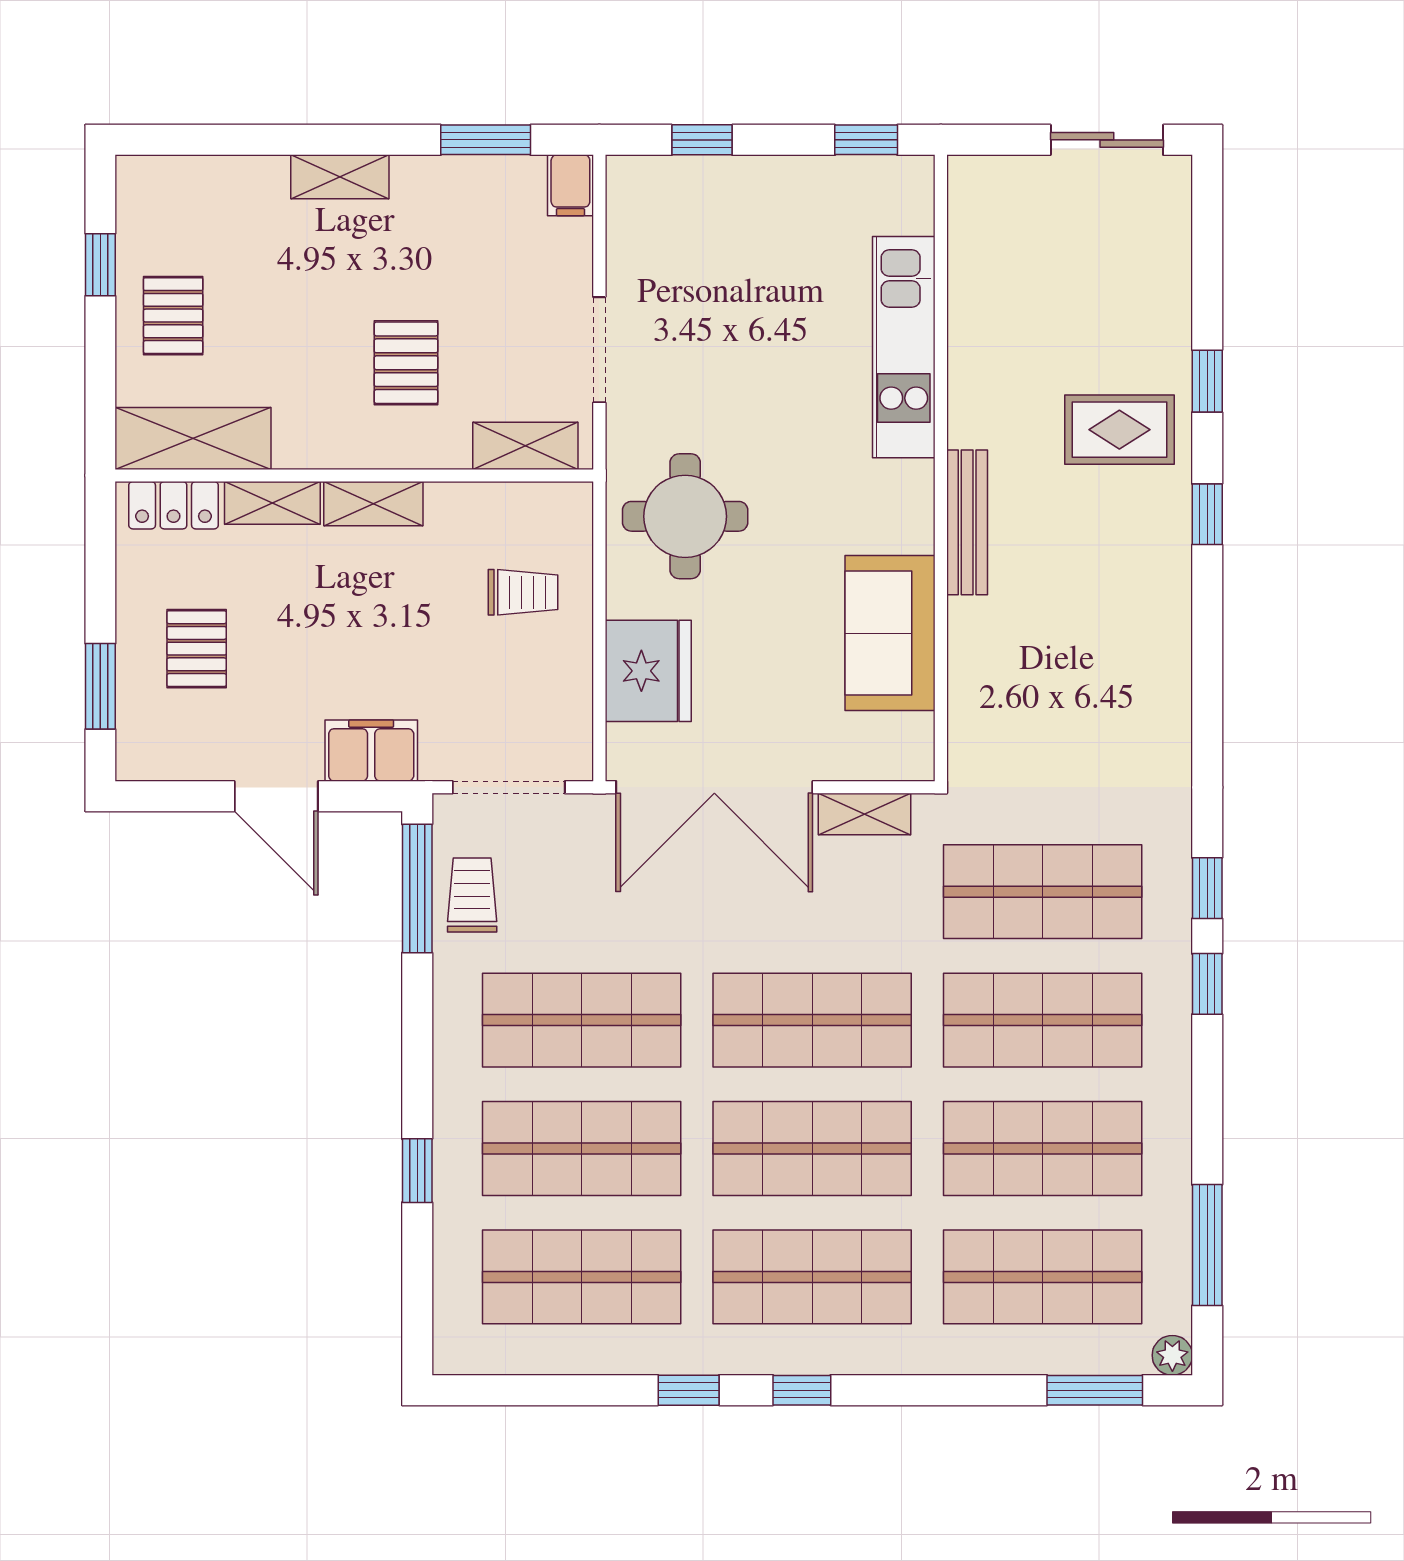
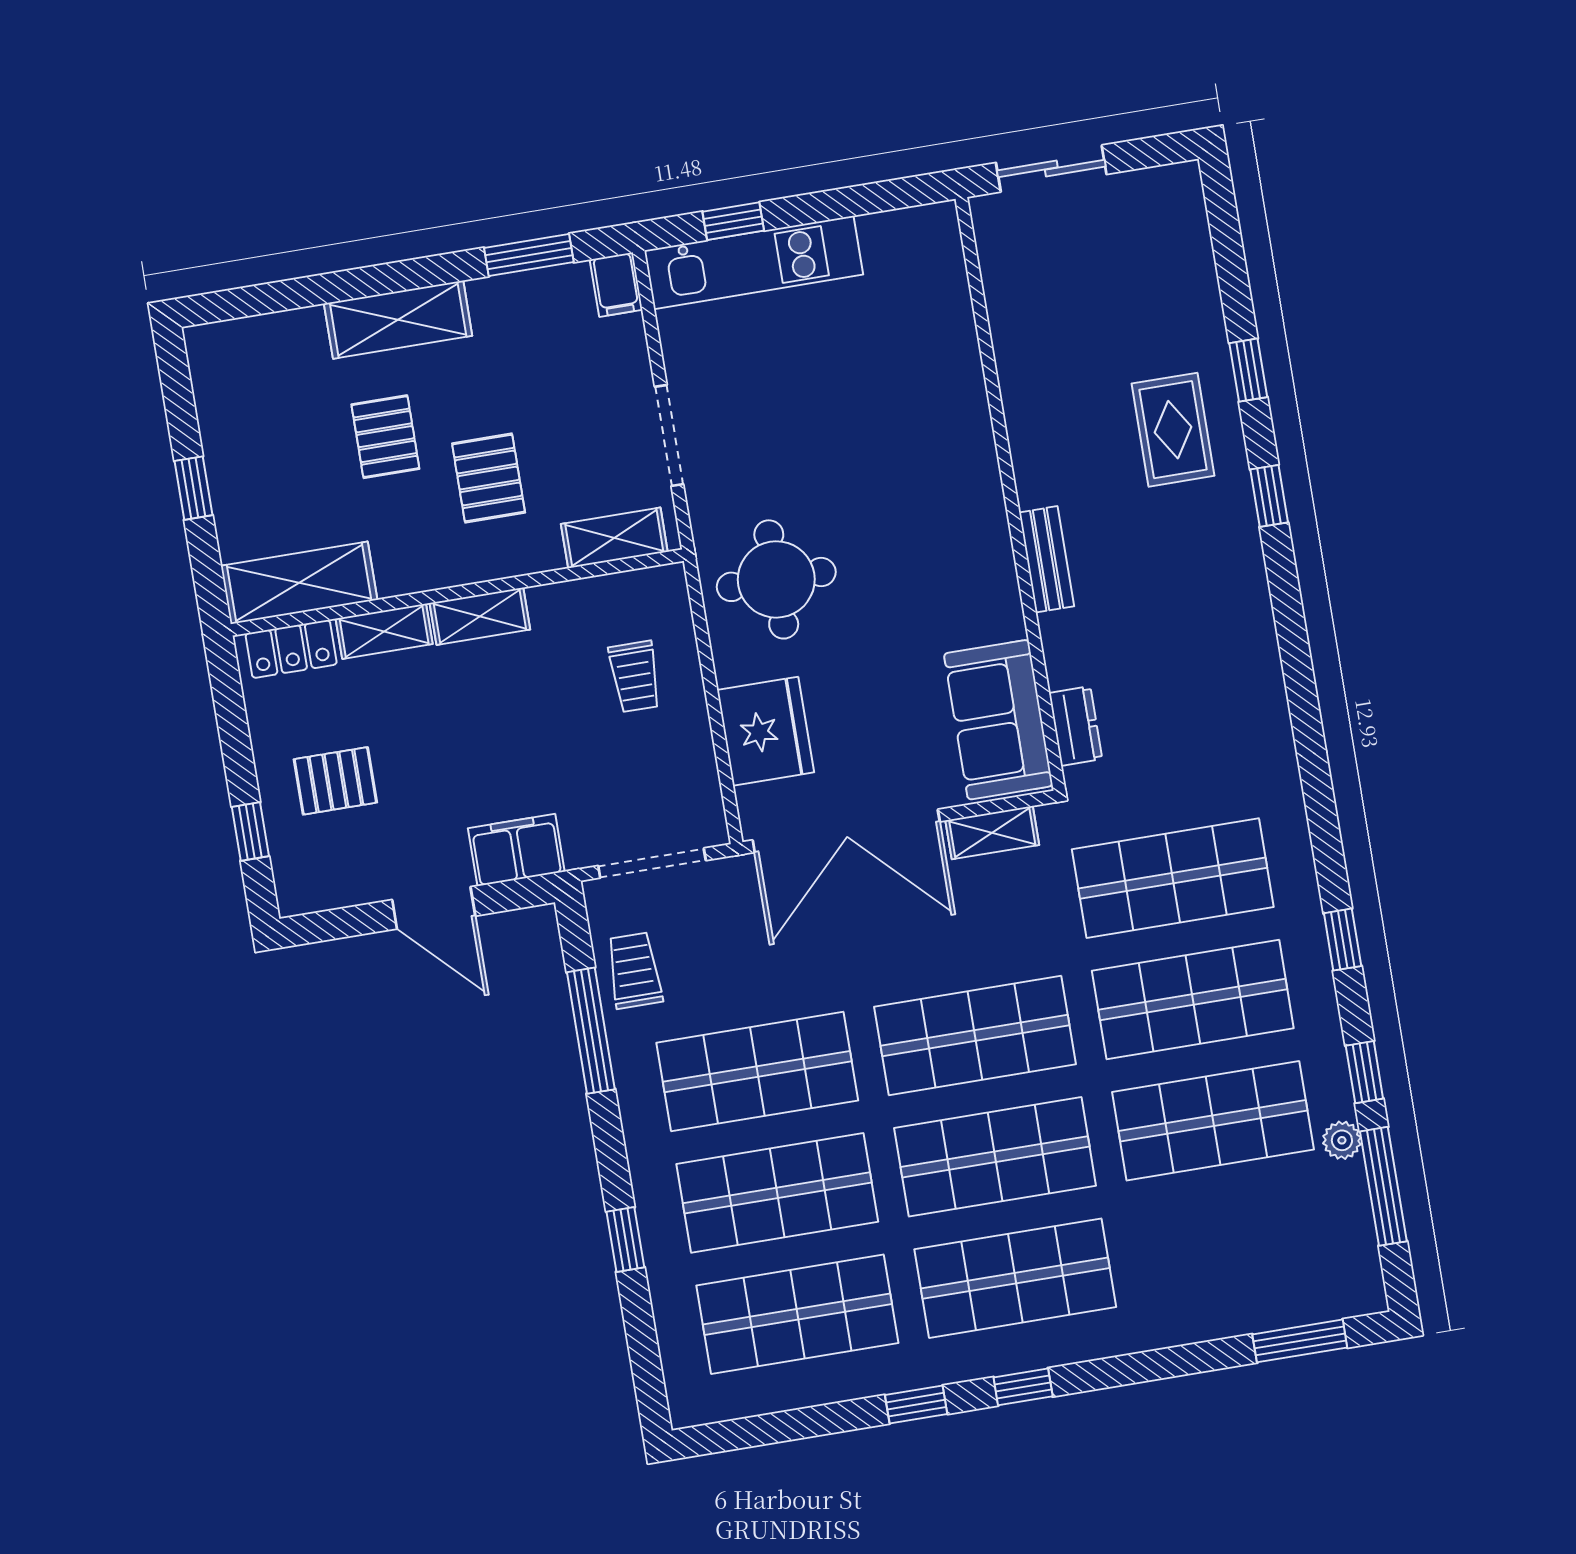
window: (866, 140) -> (888, 196), removed
sliding door: (1107, 140) -> (1051, 169), moved
shelving: (340, 177) -> (398, 320), width x1.50, depth x1.33
window: (100, 265) -> (194, 488), moved
pallet: (173, 316) -> (385, 437), moved
kitchen unit: (904, 347) -> (754, 262), moved, turned -90
rug: (1119, 430) -> (1173, 430), turned 90
bench: (967, 522) -> (1047, 559), width x0.73
trolley: (523, 592) -> (635, 677), turned 90
sofa: (890, 633) -> (998, 720), moved
pallet: (197, 649) -> (335, 781), turned 90
window: (100, 686) -> (250, 832), width x0.67
dresser: (969, 718) -> (1076, 726), added
window: (1207, 888) -> (1364, 1072), moved
window: (417, 889) -> (591, 1031), moved
shop shelf: (1043, 1277) -> (1233, 1242), removed
plant: (1172, 1355) -> (1342, 1140), moved

